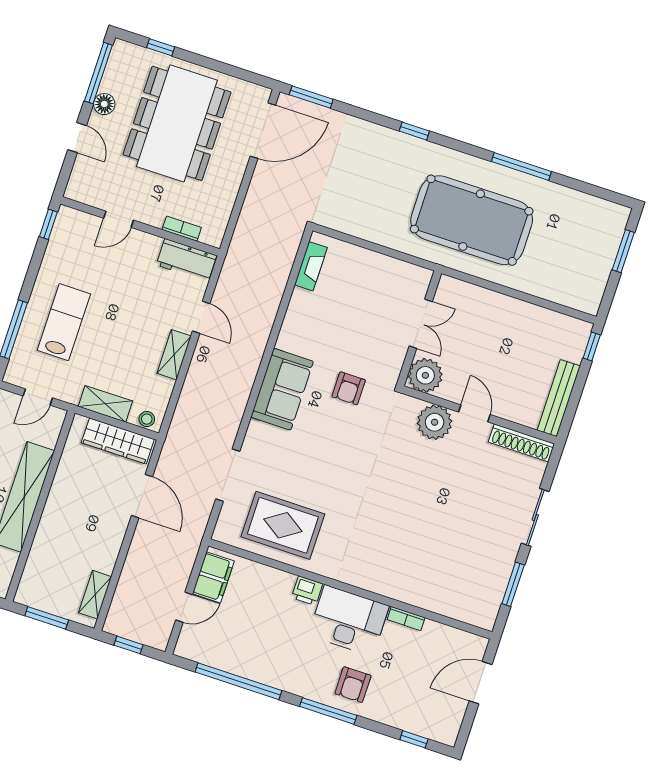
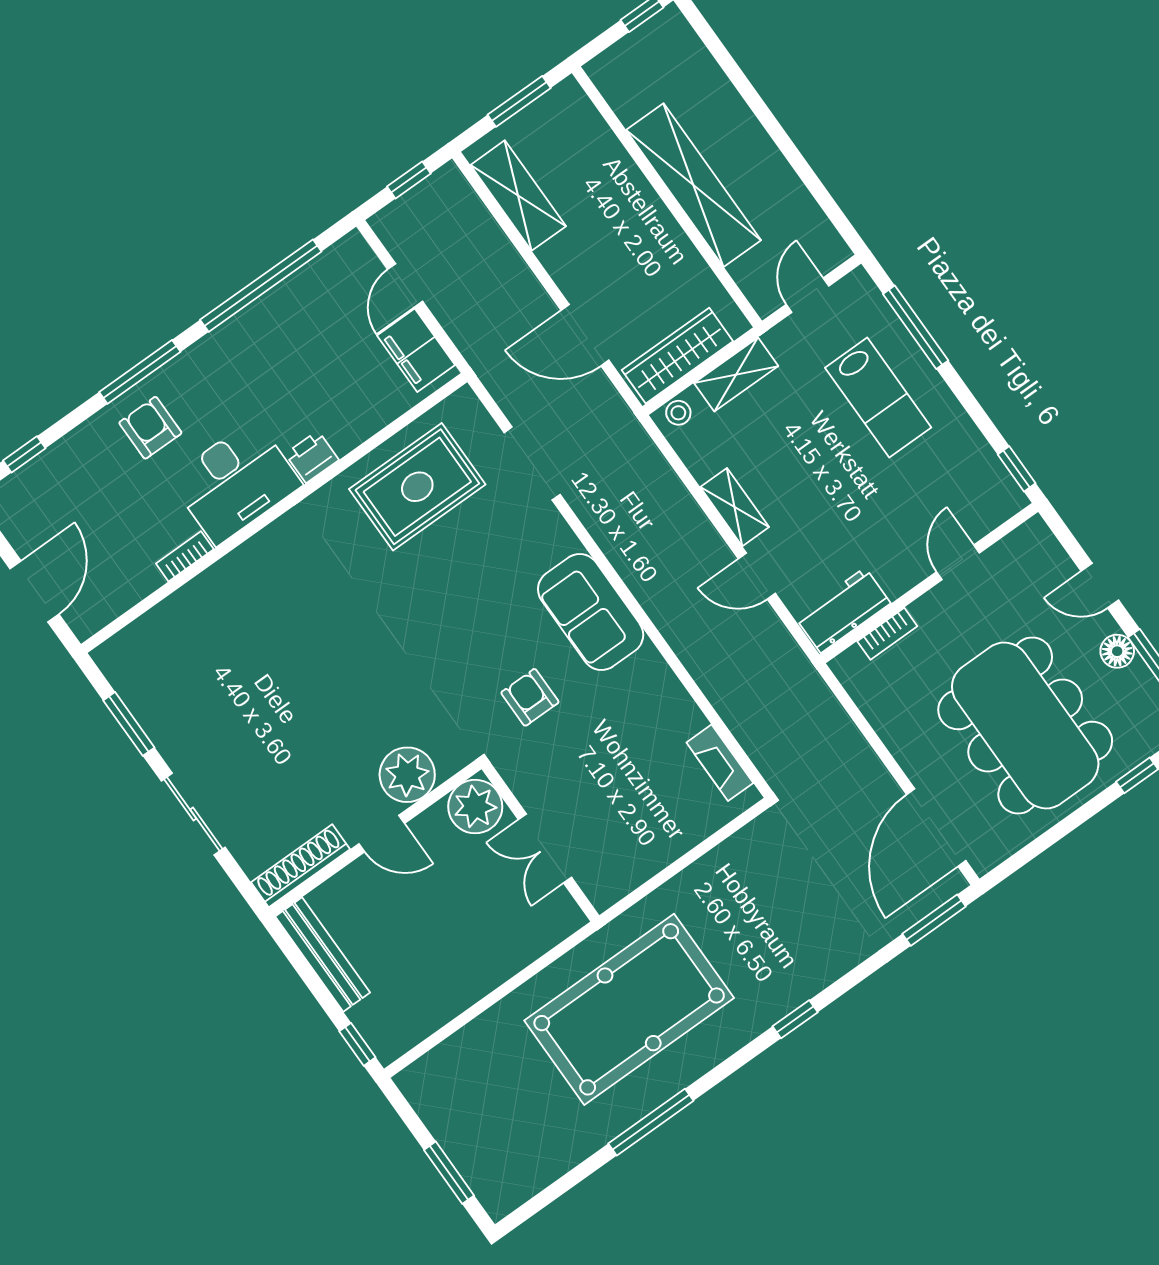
shelving: (95, 595) -> (518, 196), width x1.50, depth x1.33

